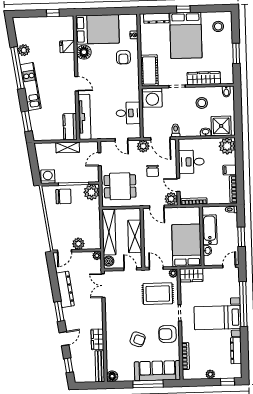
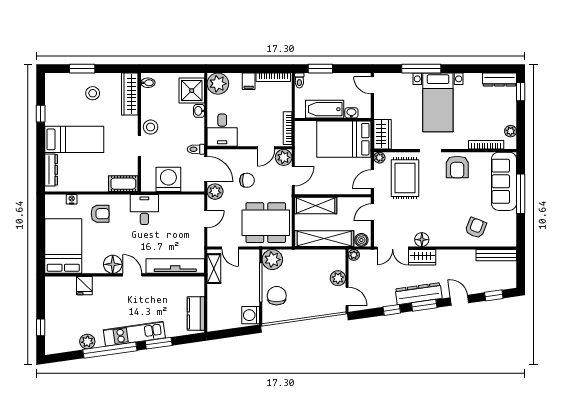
window: (183, 9) -> (41, 114), moved
window: (53, 13) -> (41, 327), moved
stool: (218, 26) -> (93, 93), moved
bed: (186, 35) -> (74, 139), width x0.67
floor lamp: (84, 52) -> (113, 264), moved
window: (236, 53) -> (82, 69), moved
cot: (149, 70) -> (123, 184), width x0.73, depth x0.75
wardrobe: (204, 78) -> (130, 94), moved
door: (77, 84) -> (132, 275), hinge flipped
washing machine: (152, 98) -> (168, 179), moved, turned -90
stool: (202, 103) -> (151, 127), moved
desk: (128, 113) -> (144, 210), moved
window: (27, 121) -> (159, 343), moved
kitchen counter: (70, 127) -> (196, 313), moved, turned 90
door: (160, 138) -> (206, 169), hinge flipped
shelving: (68, 147) -> (214, 269), moved
desk: (191, 162) -> (222, 130), moved
dining table: (120, 186) -> (266, 223), width x1.38
shelving: (135, 236) -> (316, 206), moved
window: (241, 237) -> (320, 69), moved
window: (55, 286) -> (392, 310), added
dresser: (65, 289) -> (419, 294), moved
window: (243, 304) -> (421, 69), width x0.68
wardrobe: (97, 339) -> (422, 257), moved
armchair: (138, 339) -> (476, 228), moved
dresser: (236, 351) -> (499, 80), moved
plant: (210, 374) -> (511, 131), moved
floor lamp: (112, 376) -> (422, 240), moved

